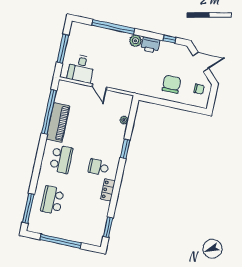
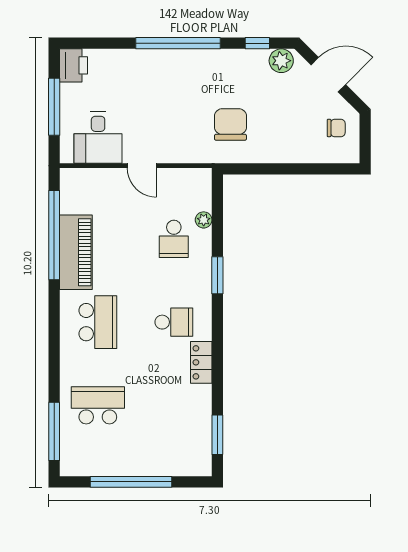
window: (113, 27) -> (178, 43), moved
plant: (135, 41) -> (281, 61), moved
printer: (150, 45) -> (74, 65), moved, turned -90
chair: (171, 84) -> (230, 124), moved
school desk: (107, 126) -> (174, 239), added
school desk: (99, 167) -> (174, 322), turned 180
school desk: (52, 200) -> (98, 405), turned 90

